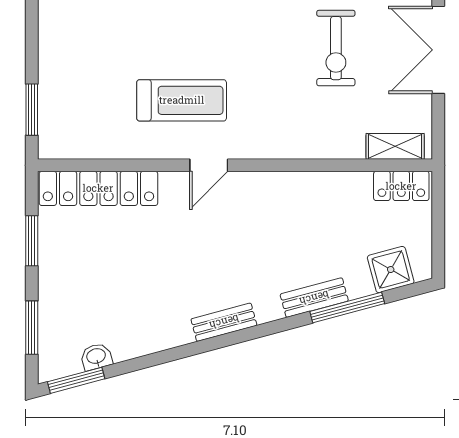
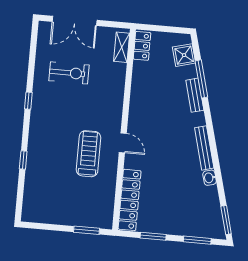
bench: (224, 322) -> (204, 148), width x1.36
washbasin: (96, 357) -> (210, 178), moved

